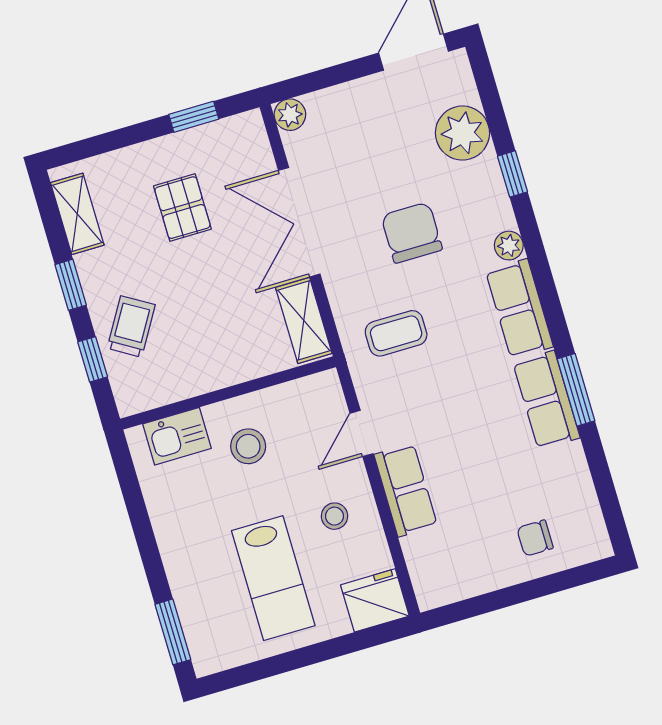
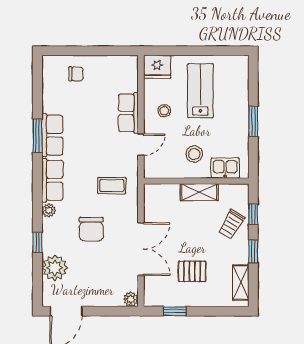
pallet: (182, 208) -> (192, 271), turned 90
shelving: (304, 320) -> (199, 192), moved, turned 90
window: (173, 632) -> (253, 121), moved

